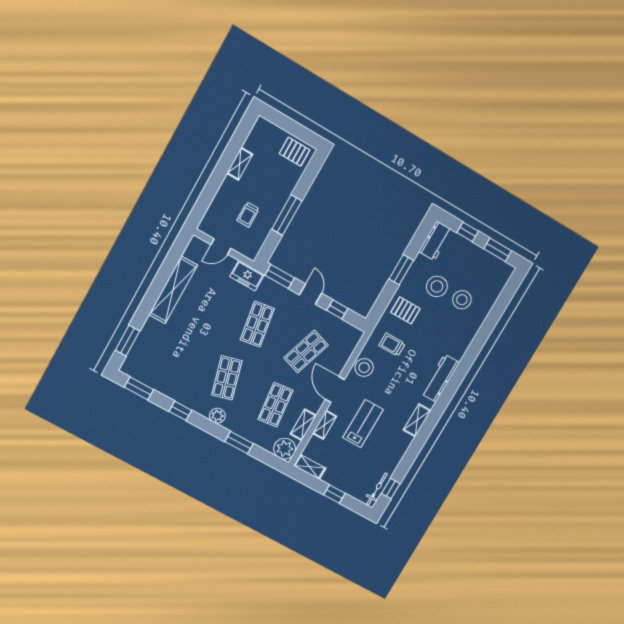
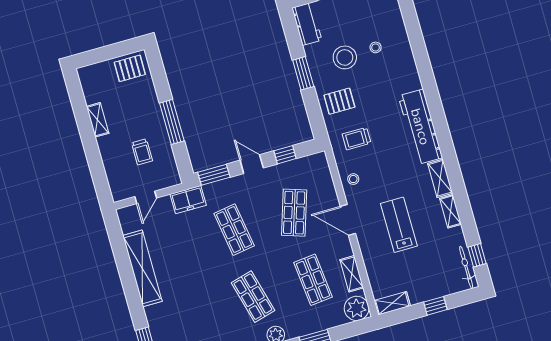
stool: (462, 300) -> (376, 47), width x0.53, depth x0.53
stool: (364, 368) -> (353, 179), width x0.53, depth x0.53
workbench: (440, 378) -> (420, 127), width x1.36, depth x1.32
shelving: (325, 425) -> (450, 211), moved

